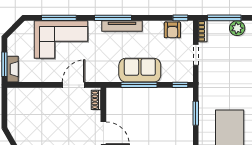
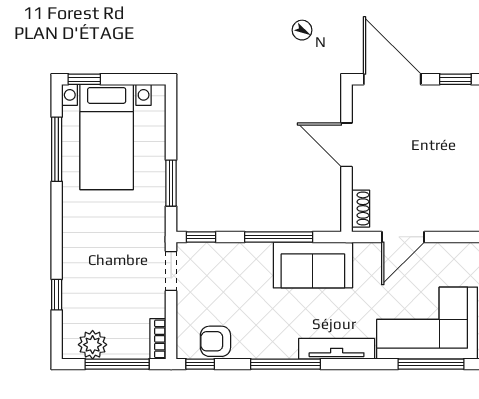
window: (113, 18) -> (285, 364), moved
tv unit: (122, 26) -> (337, 349), moved
armchair: (172, 30) -> (215, 341), turned -90
doorway: (196, 55) -> (171, 271), moved
sofa: (140, 70) -> (313, 265), moved

